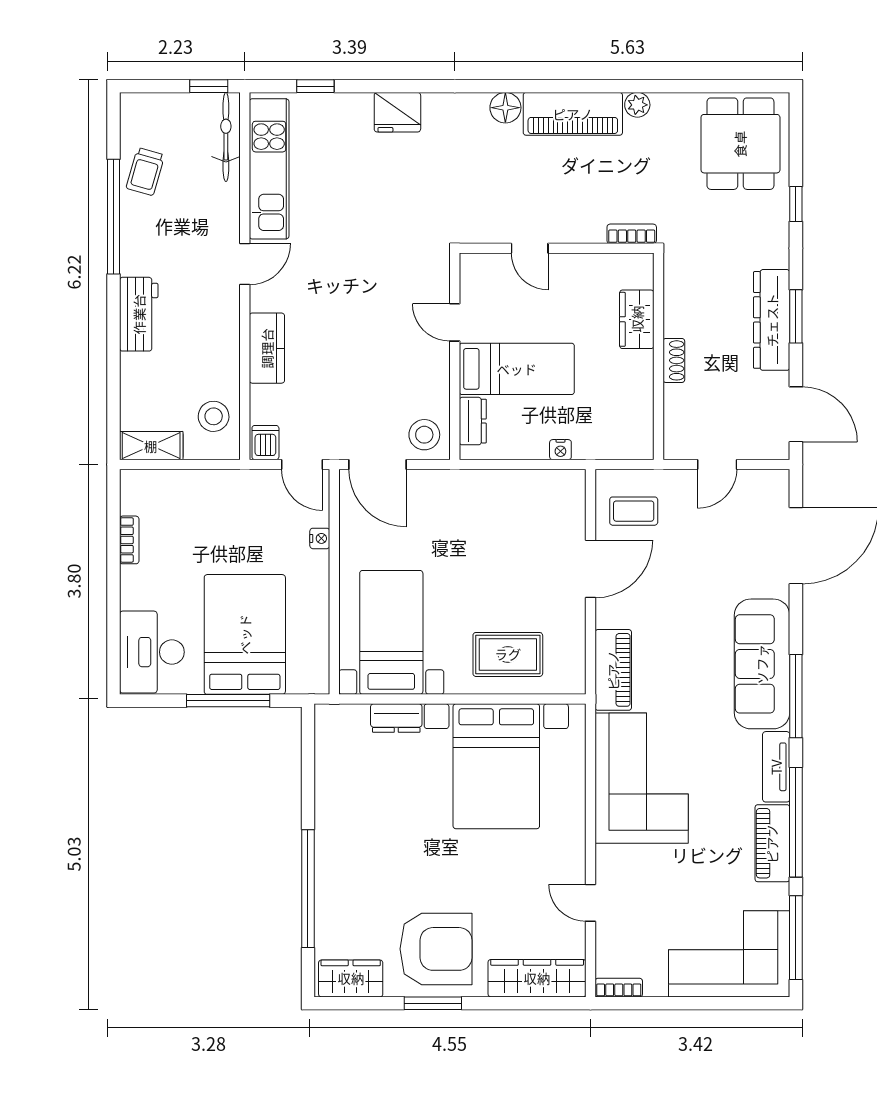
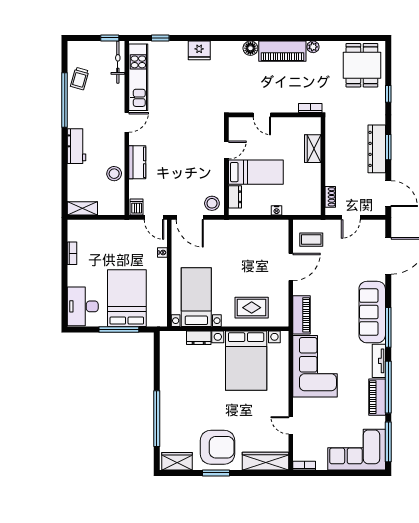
door: (455, 322) -> (226, 150), swing flipped
shoe rack: (674, 360) -> (330, 197), moved
stool: (214, 416) -> (114, 174), moved

